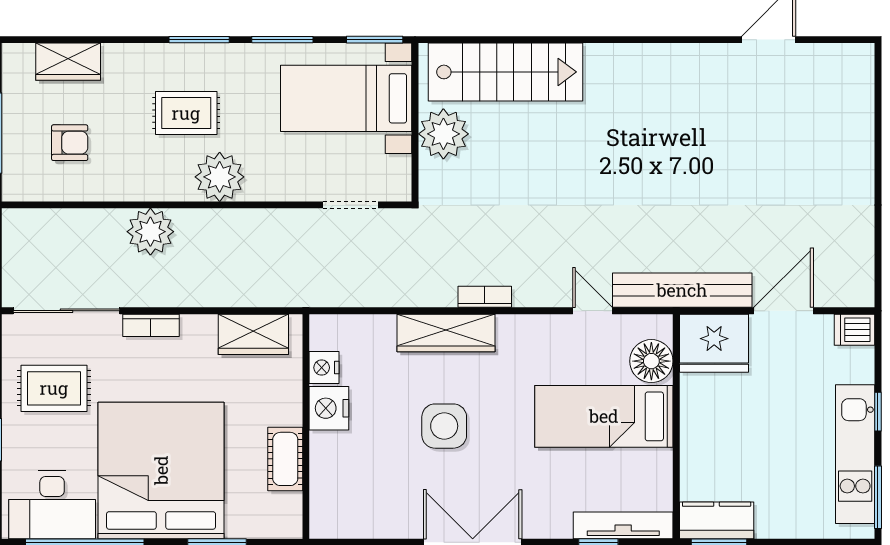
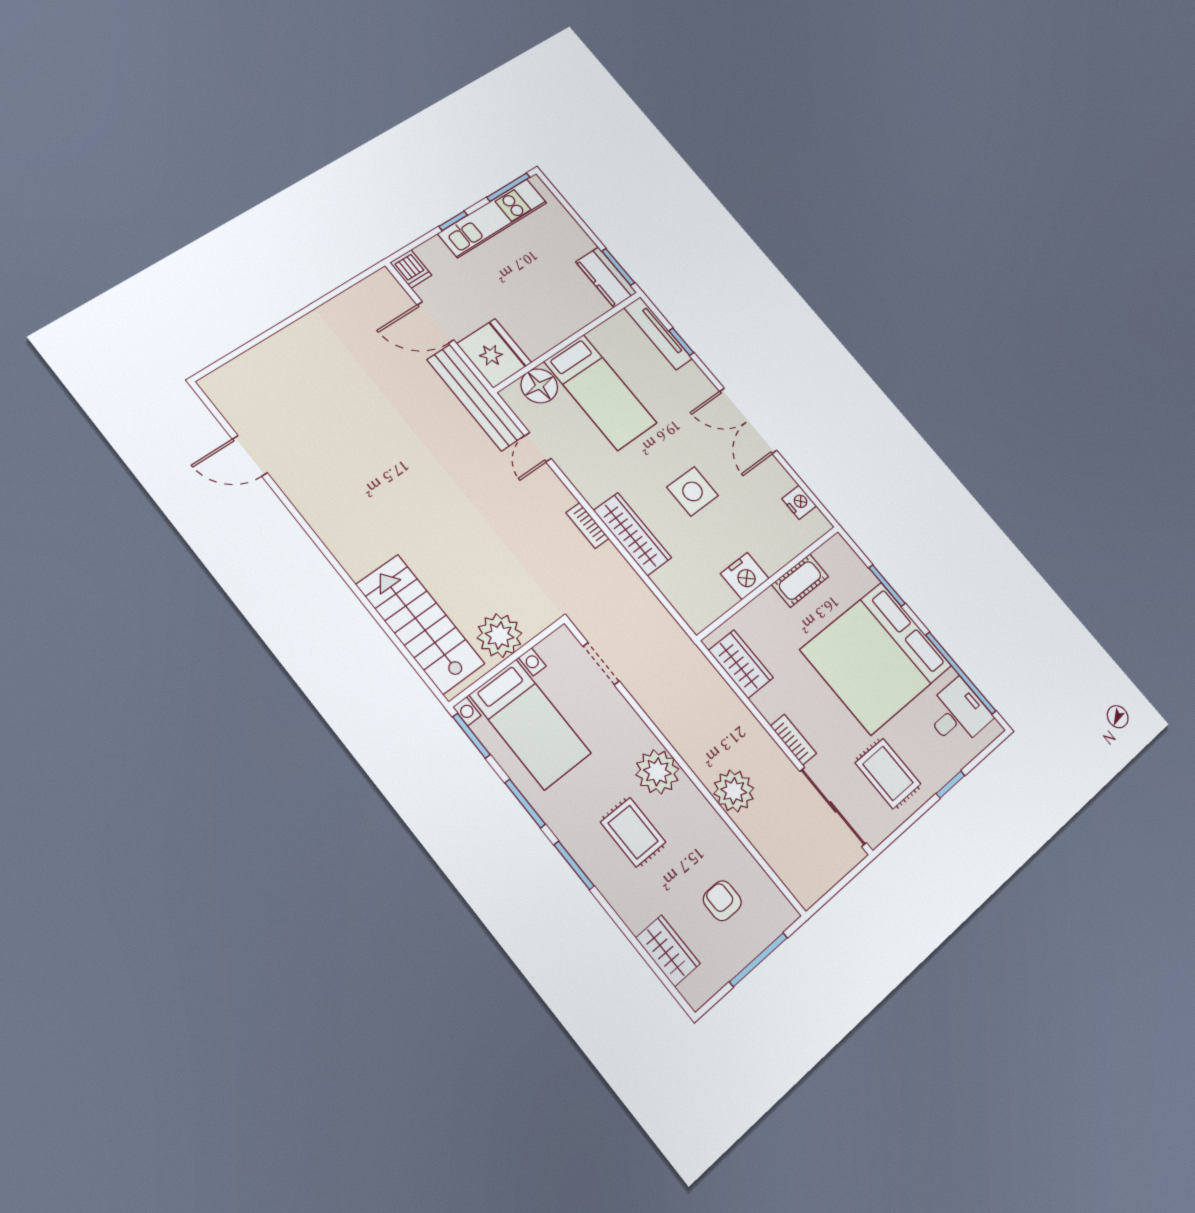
nightstand: (324, 368) -> (799, 502), moved, turned -90
desk: (52, 505) -> (958, 714), width x0.73

